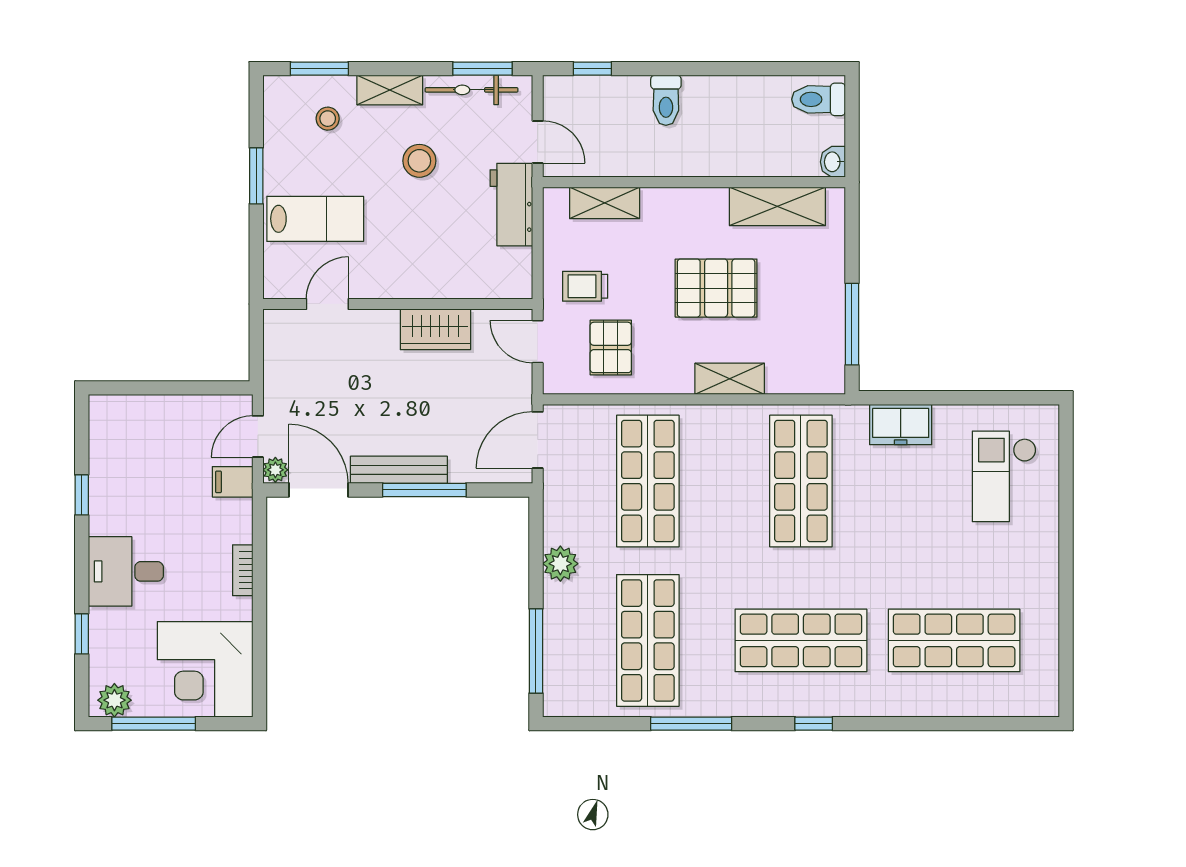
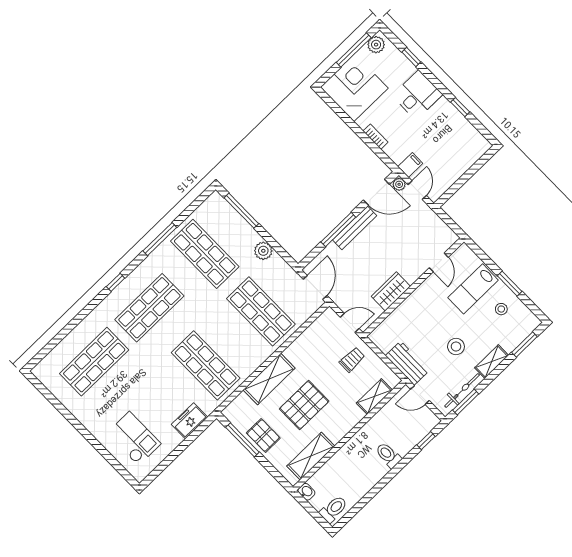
stool: (328, 119) -> (501, 309), moved
pallet: (611, 347) -> (263, 435), moved
shelving: (730, 379) -> (269, 379), width x1.50, depth x1.33

